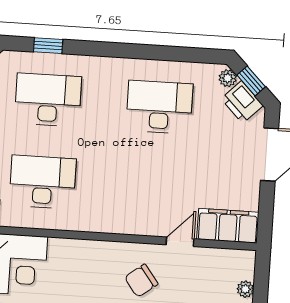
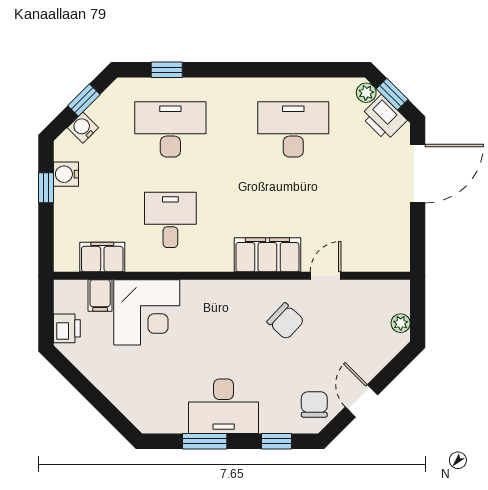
desk: (43, 182) -> (170, 220), width x0.73
filing cabinet: (228, 226) -> (267, 255), moved
chair: (141, 281) -> (286, 321), turned -100

